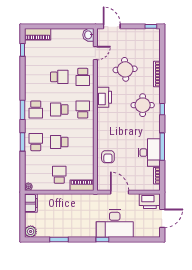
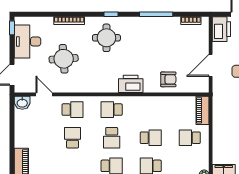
printer: (104, 97) -> (131, 84), moved
school desk: (59, 142) -> (151, 138), turned -90
desk: (149, 153) -> (28, 41), moved, turned -90

